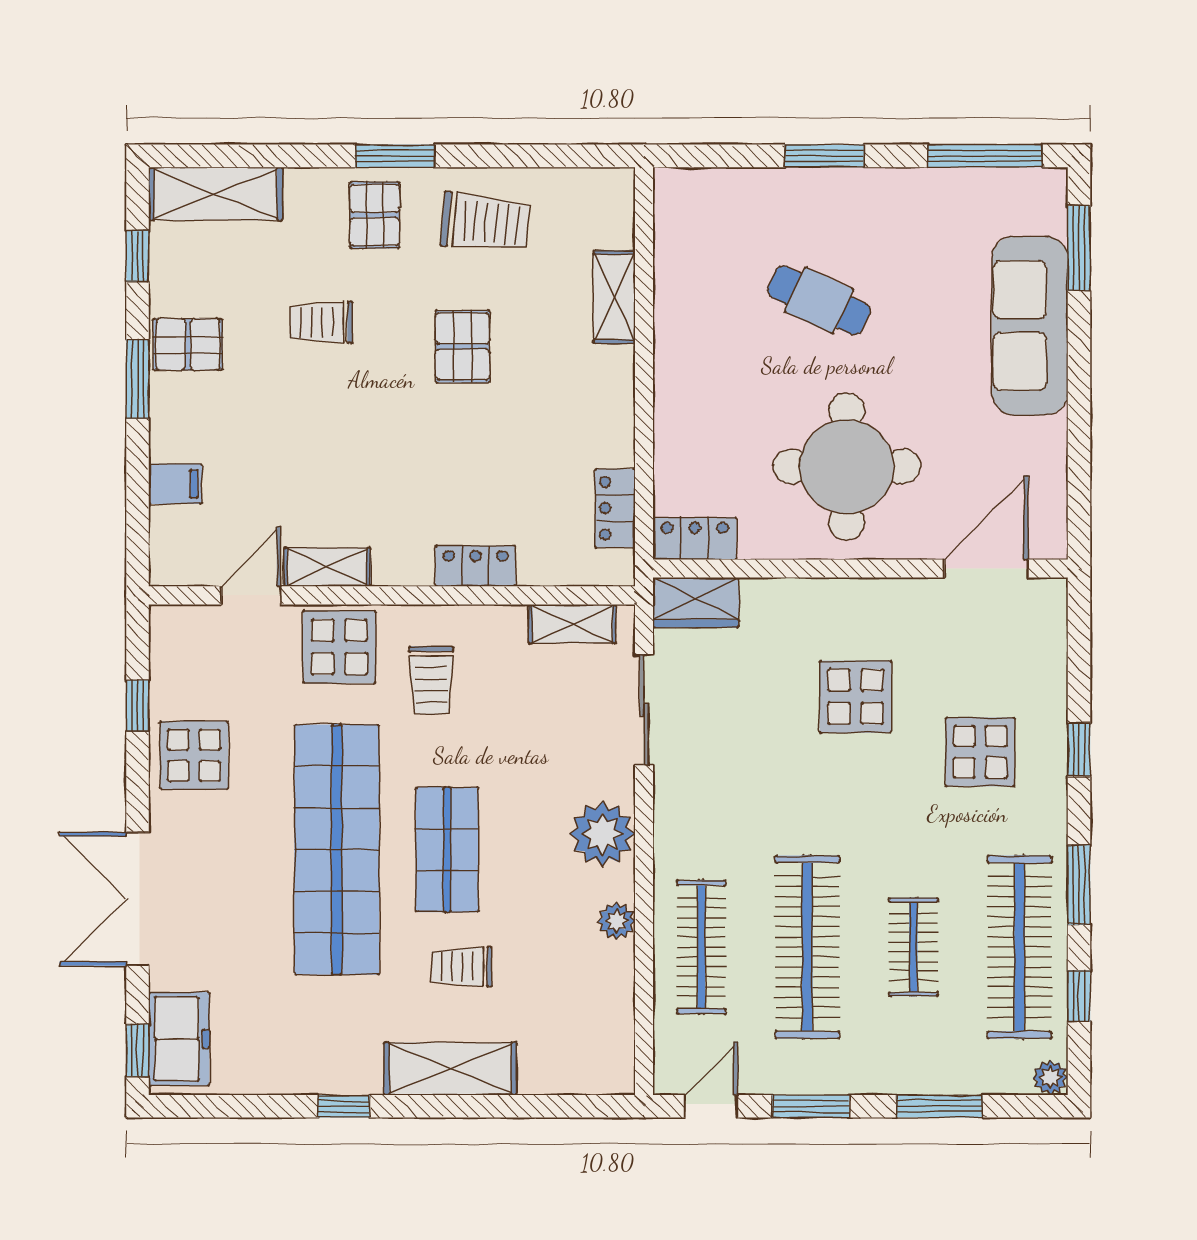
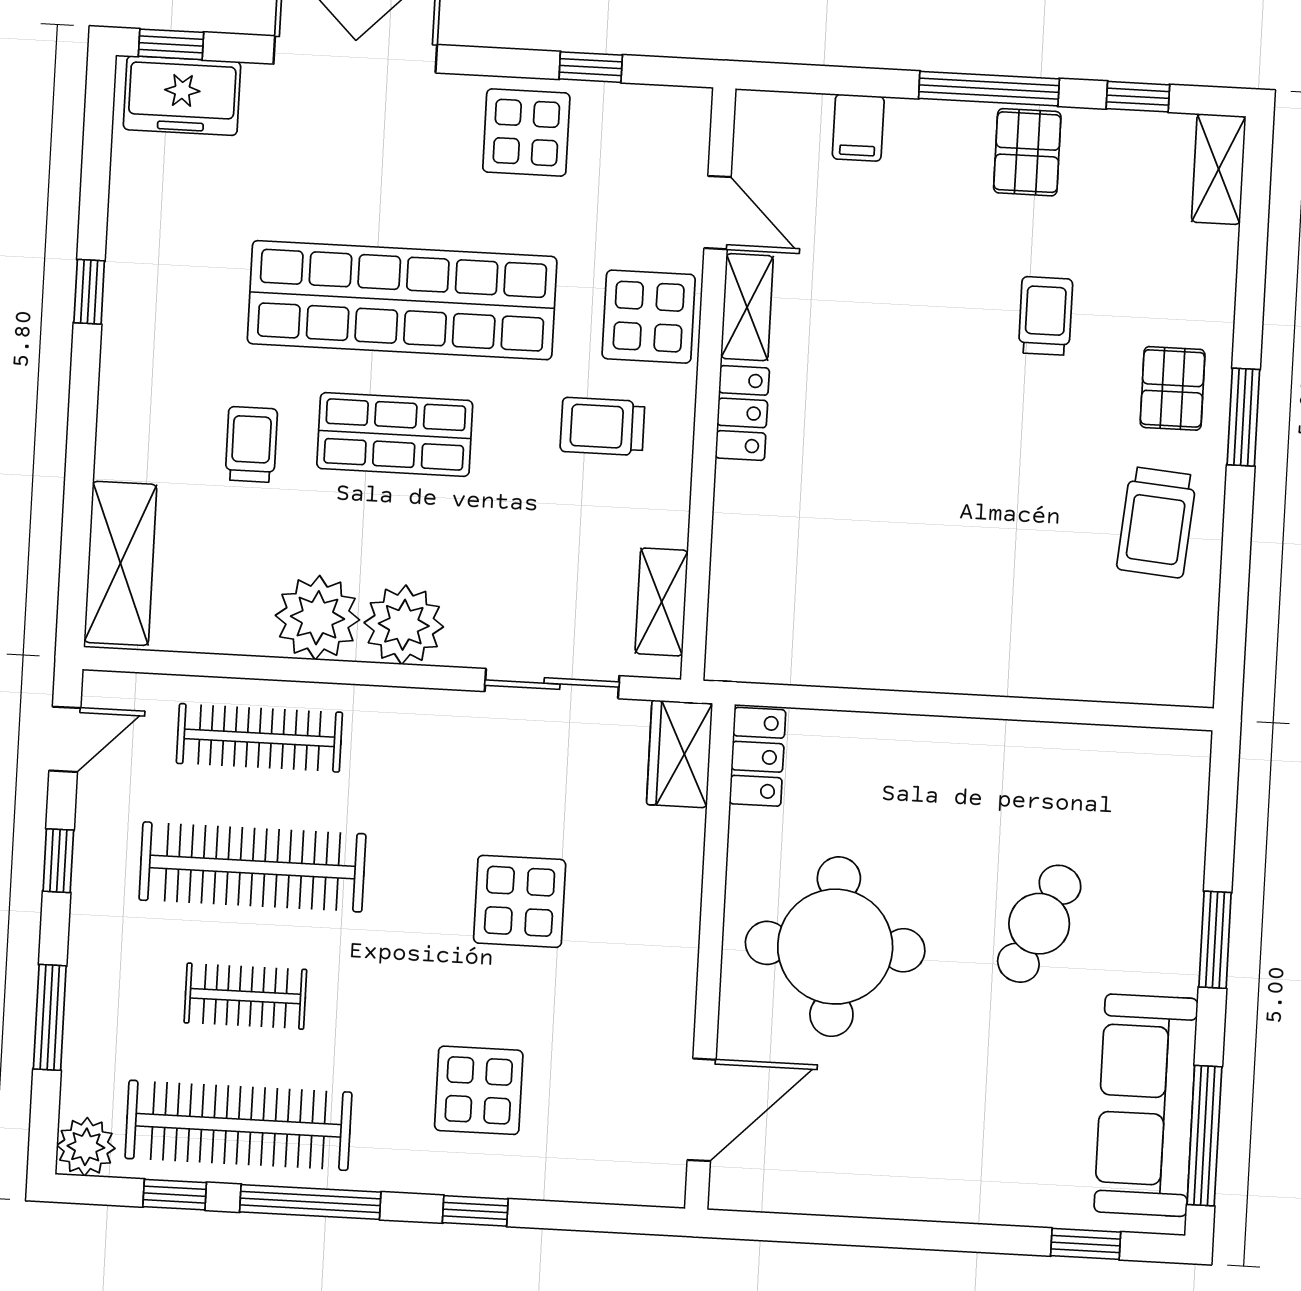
shelving: (216, 194) -> (1219, 169), width x0.67, depth x0.75
pallet: (375, 215) -> (1173, 388), turned 90
window: (1079, 248) -> (1086, 1244), width x0.67
shelving: (614, 297) -> (1057, 675), removed
sofa: (1030, 326) -> (1146, 1105), moved, turned -90
pallet: (463, 346) -> (1007, 487), removed
window: (138, 379) -> (989, 89), width x1.44
locker: (615, 508) -> (800, 662), removed
locker: (476, 566) -> (742, 413), moved
door: (986, 569) -> (702, 1110), hinge flipped
display table: (856, 697) -> (520, 901), moved
window: (1079, 885) -> (310, 1202), width x1.44
plant: (617, 921) -> (317, 618), width x1.88, depth x1.88
shelving: (450, 1069) -> (120, 563), moved
plant: (1050, 1078) -> (86, 1147), width x1.38, depth x1.38
door: (711, 1106) -> (65, 739), hinge flipped
window: (811, 1106) -> (58, 861), width x0.67

